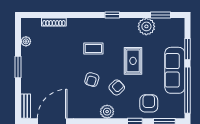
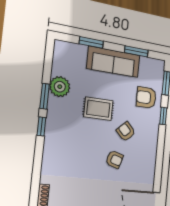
window: (161, 15) -> (45, 96), moved
coffee table: (93, 48) -> (79, 154), removed
window: (188, 90) -> (136, 51), width x0.47
plant: (107, 112) -> (150, 146), removed

